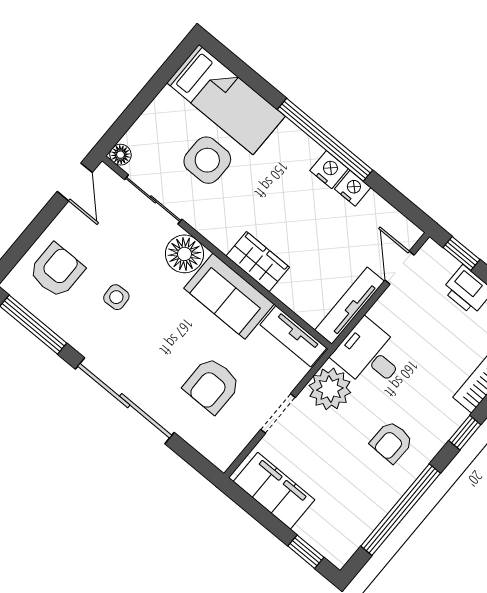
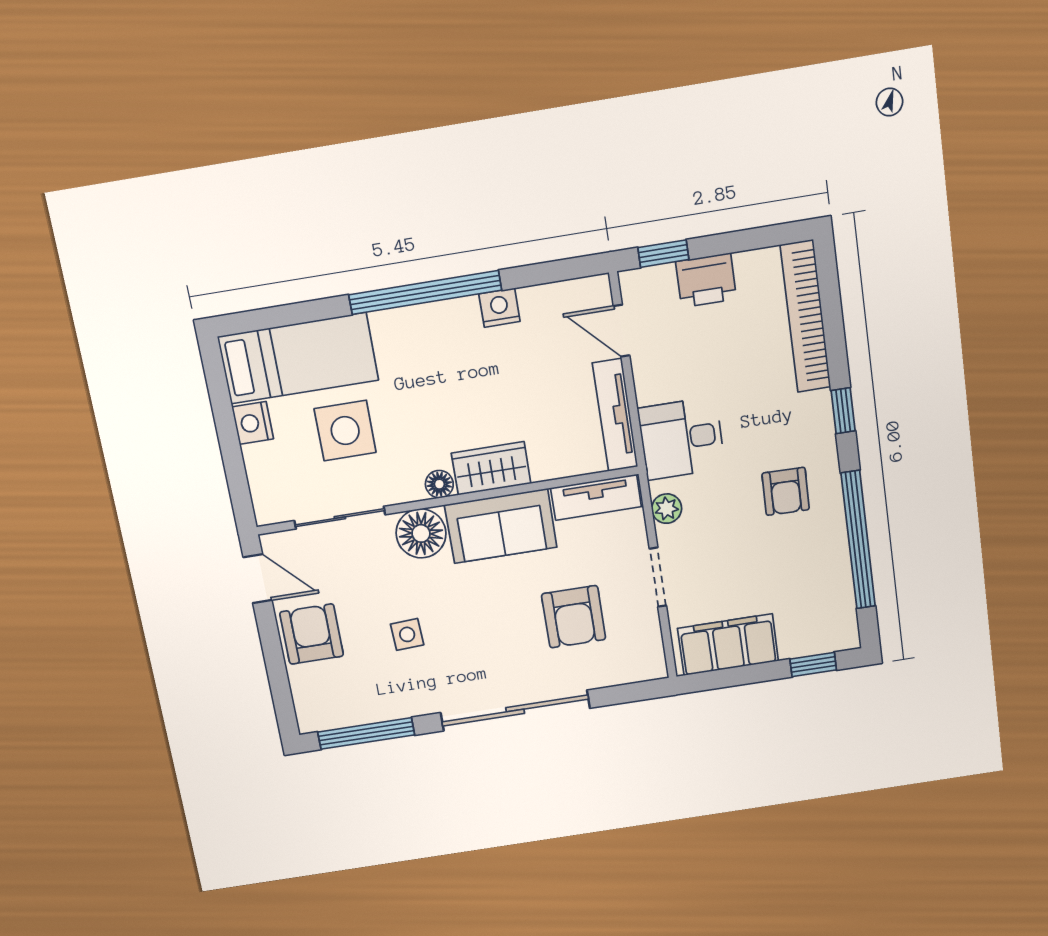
floor lamp: (120, 155) -> (439, 484), moved
nightstand: (329, 170) -> (253, 423), moved, turned -90
armchair: (57, 271) -> (312, 634), moved
plant: (330, 389) -> (667, 509), width x0.53, depth x0.53

